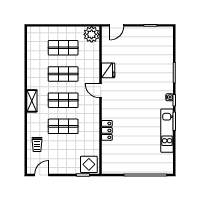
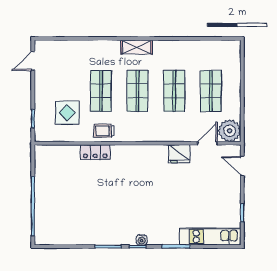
door: (101, 91) -> (207, 143), moved
kitchen unit: (167, 131) -> (210, 236), moved
trolley: (37, 145) -> (104, 131), moved
display table: (89, 164) -> (67, 113), moved
door: (42, 175) -> (33, 61), swing flipped

